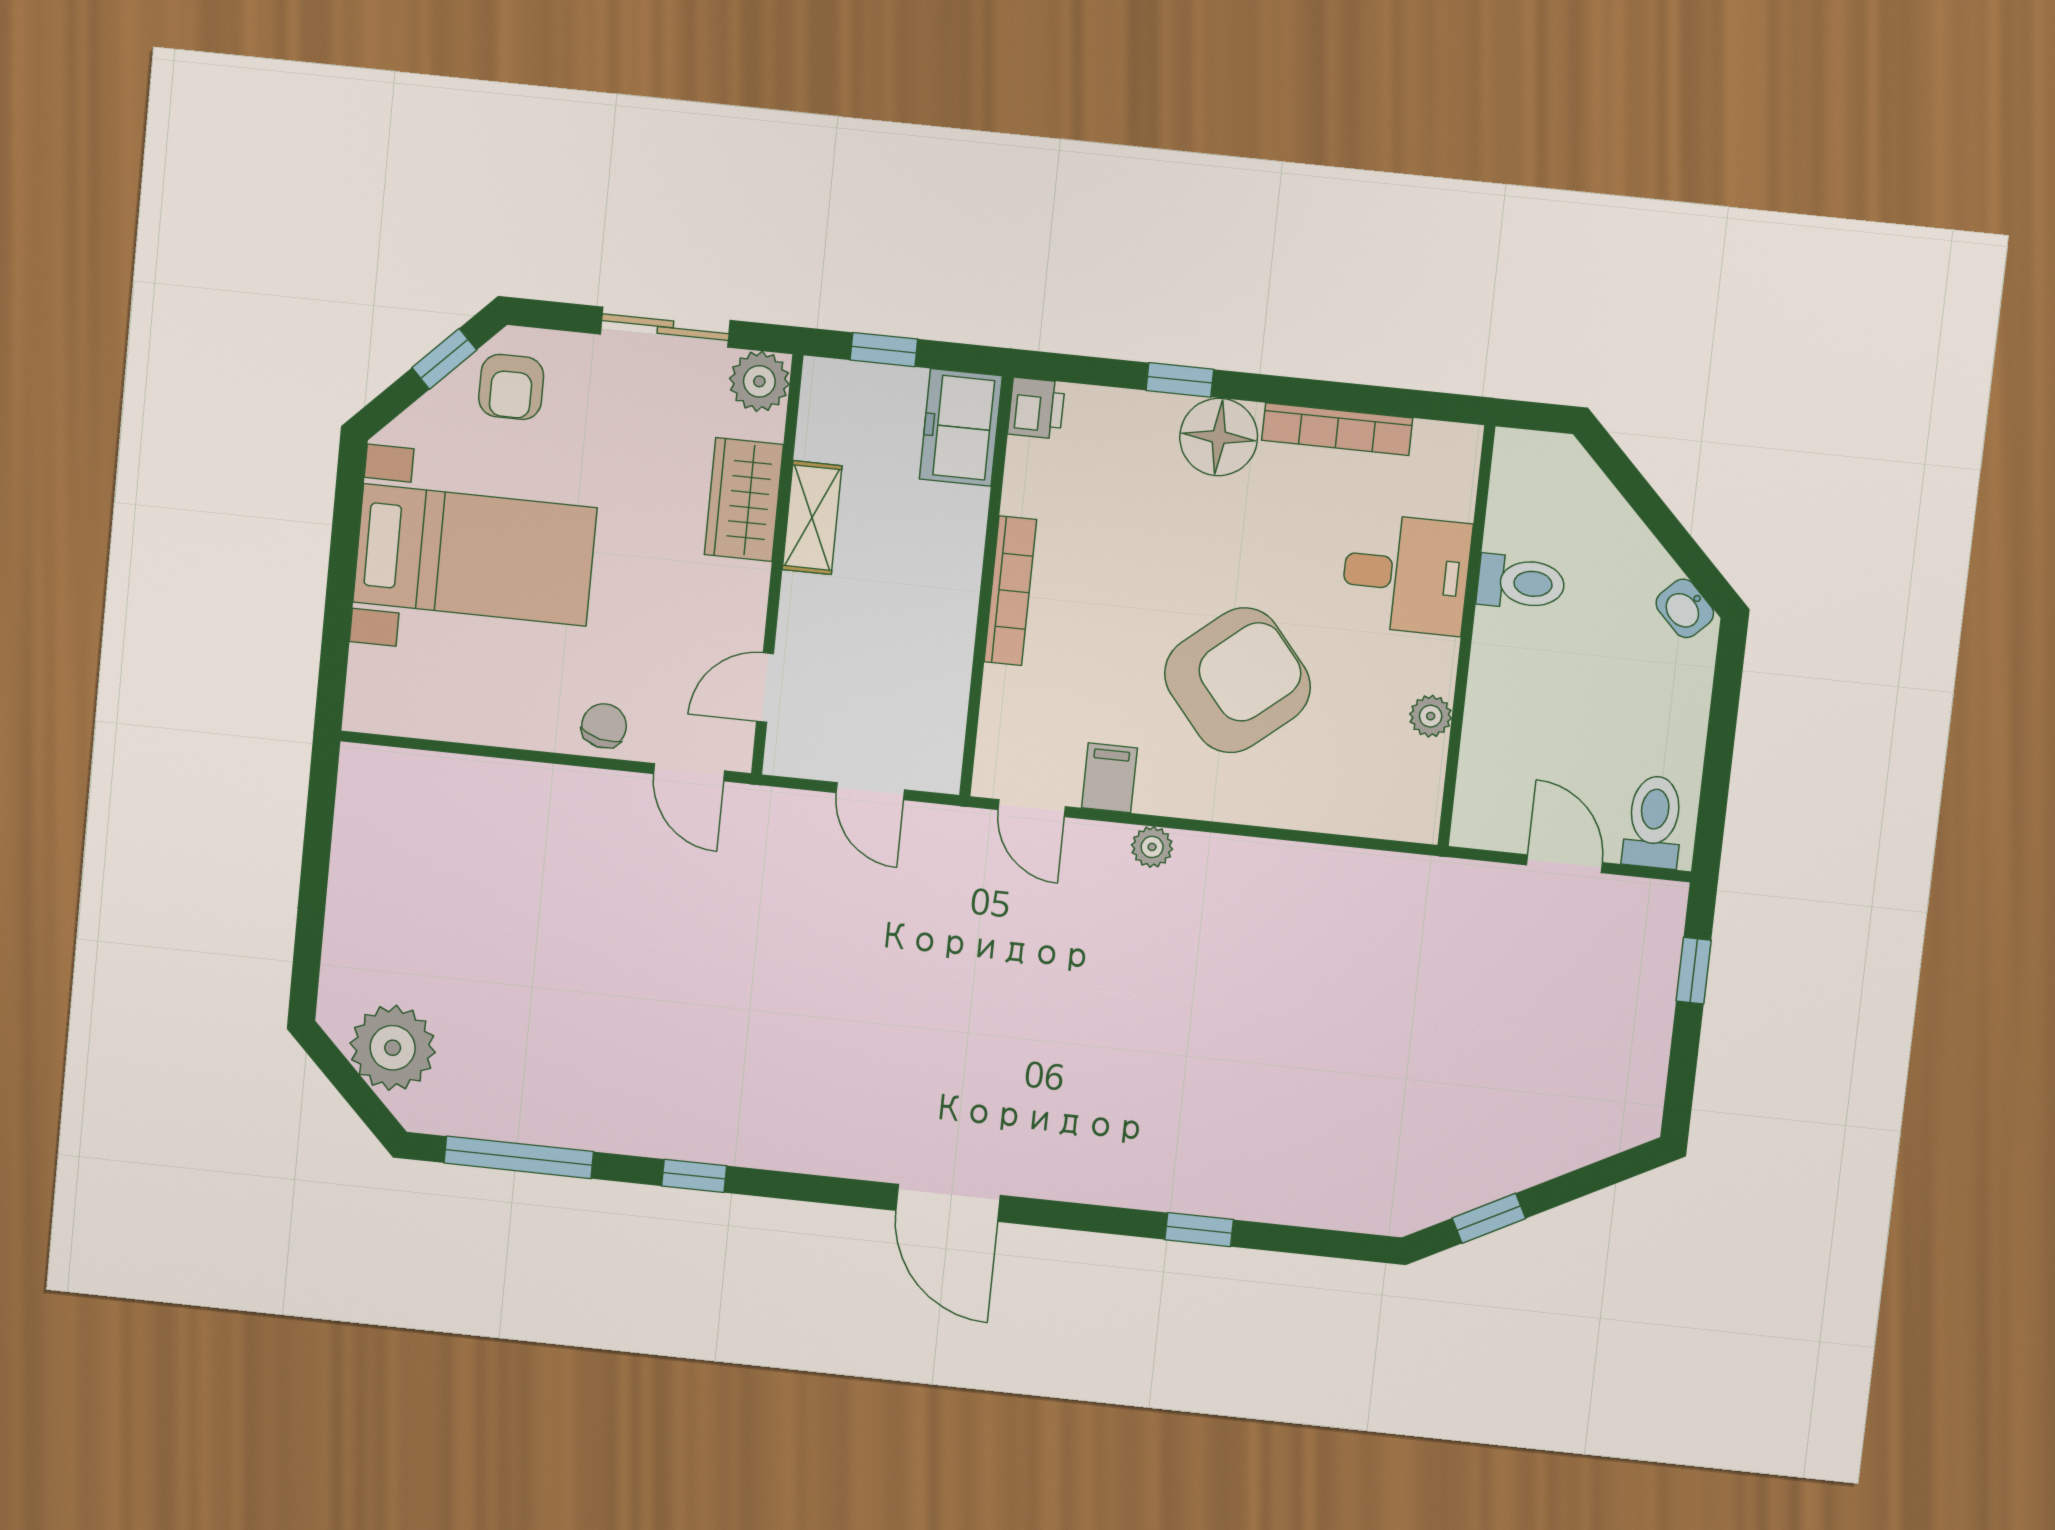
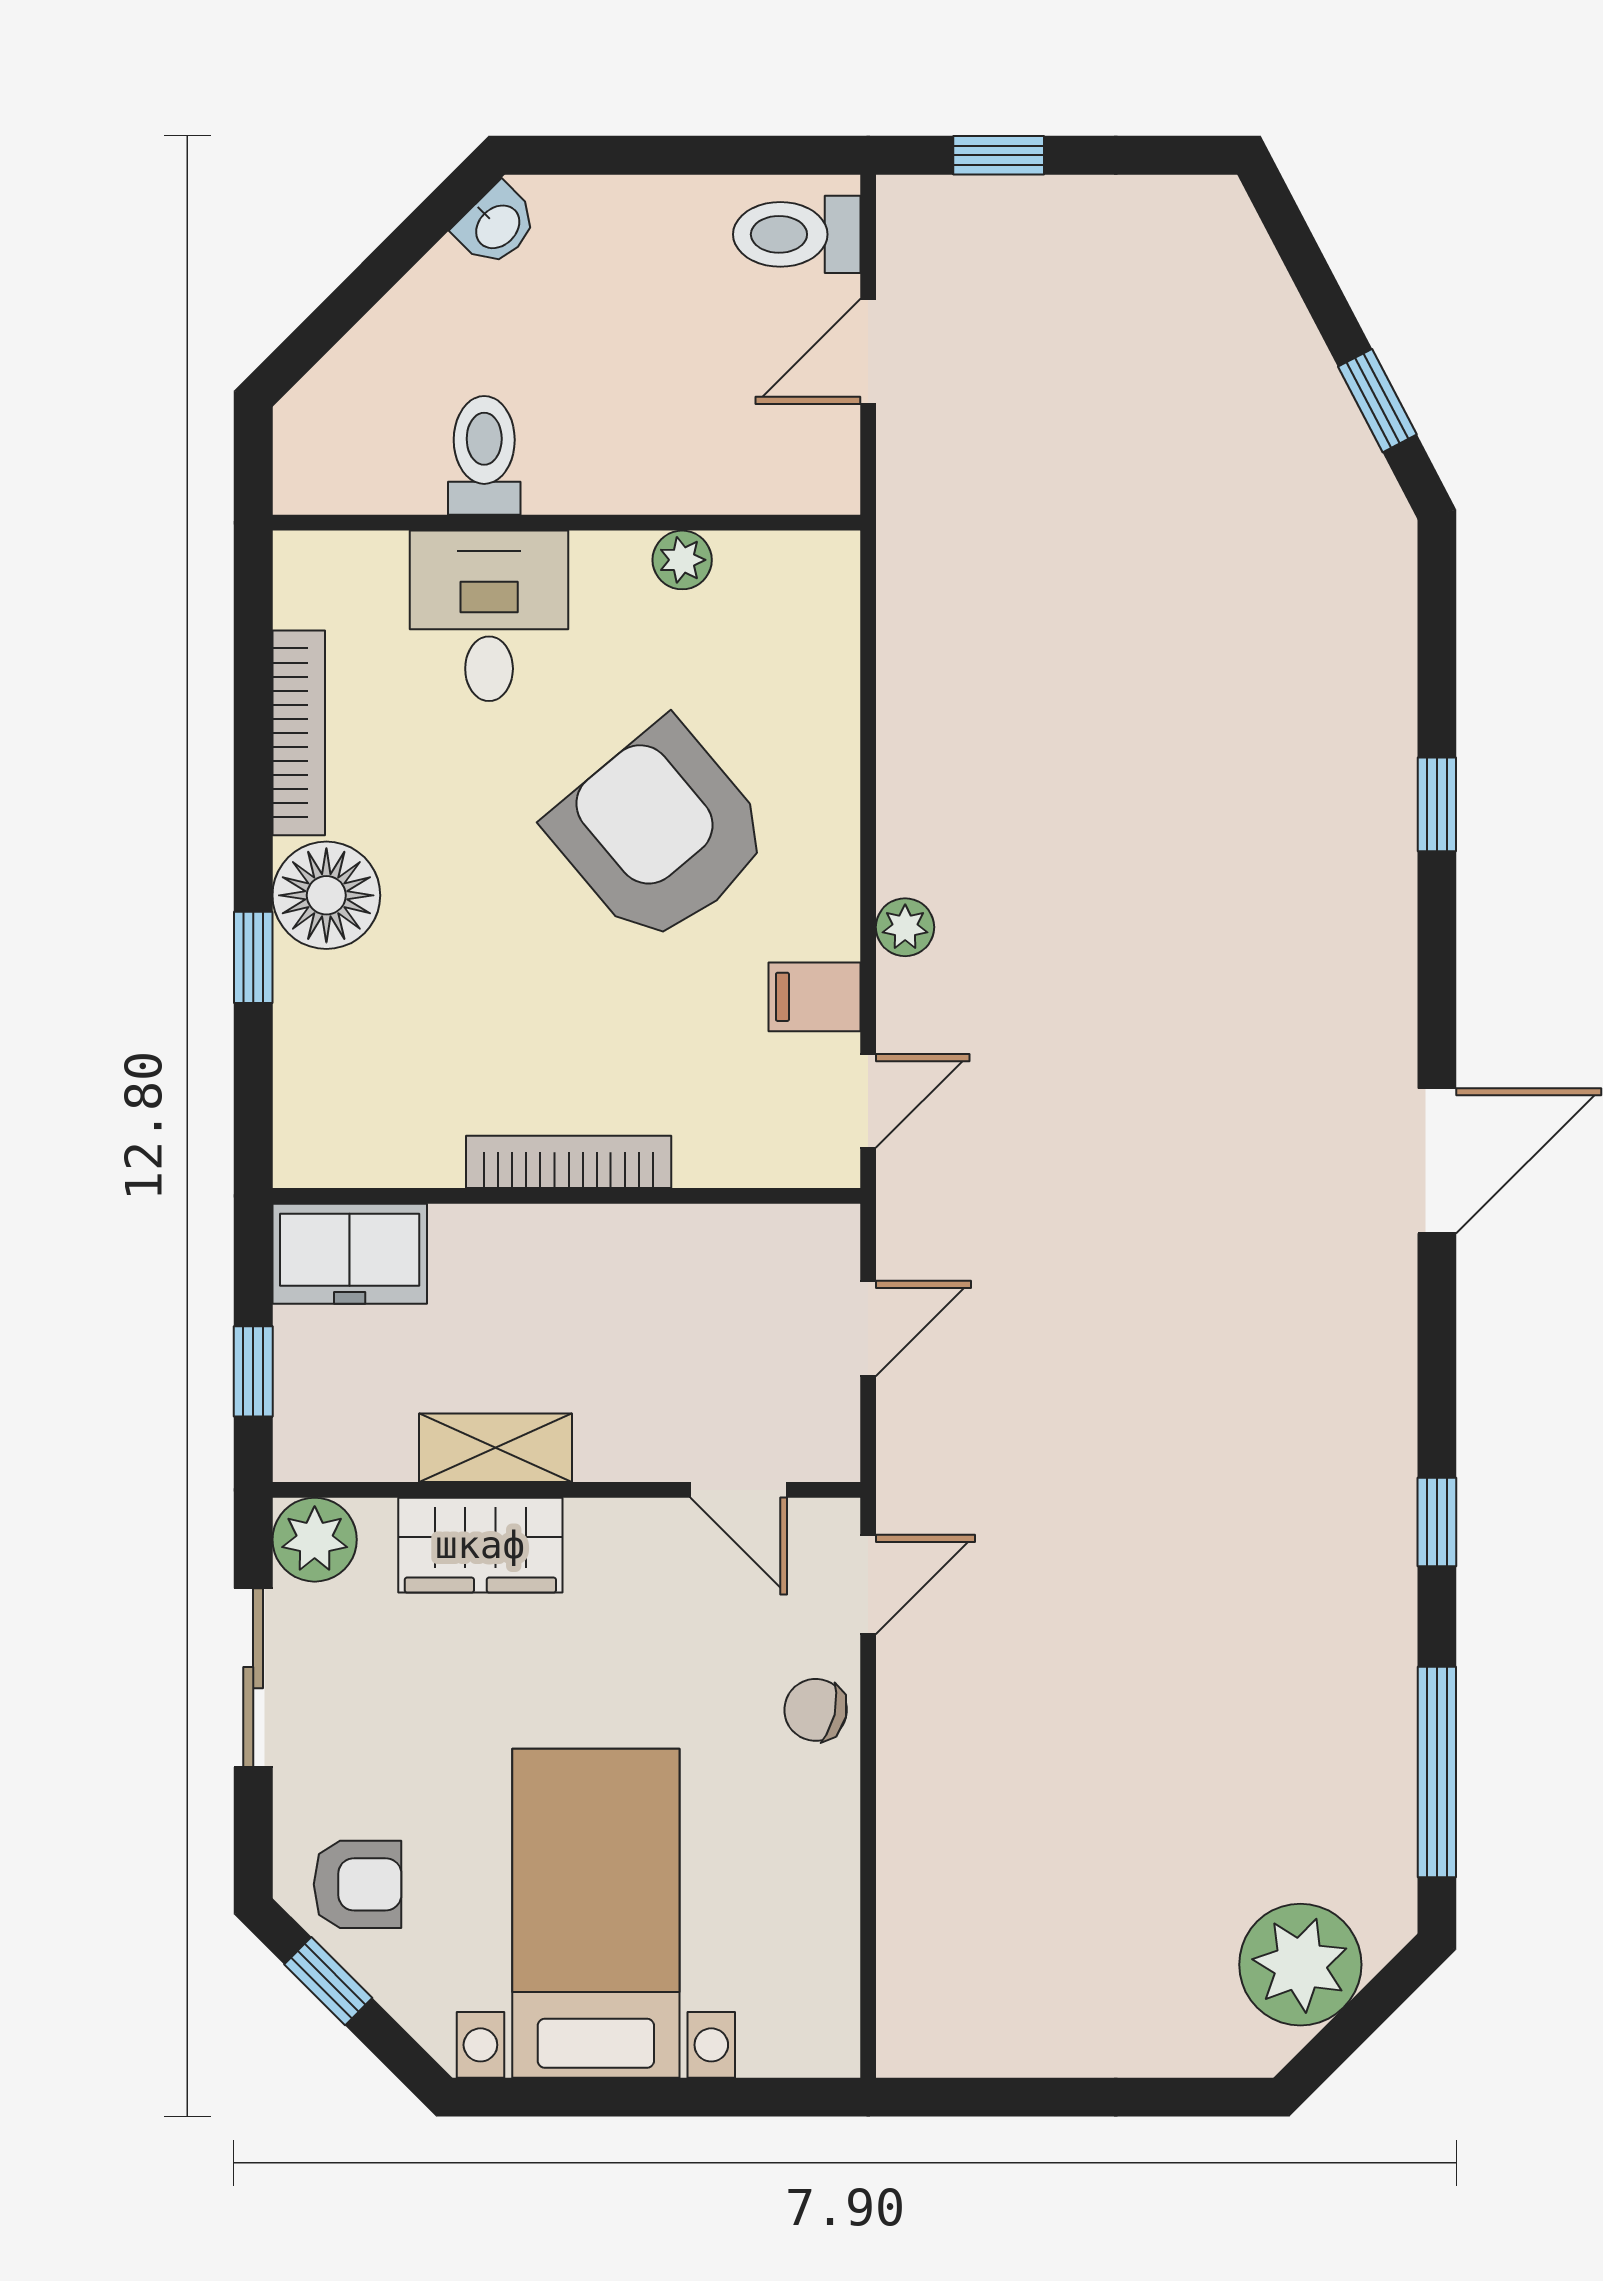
printer: (1036, 408) -> (312, 1152), removed

